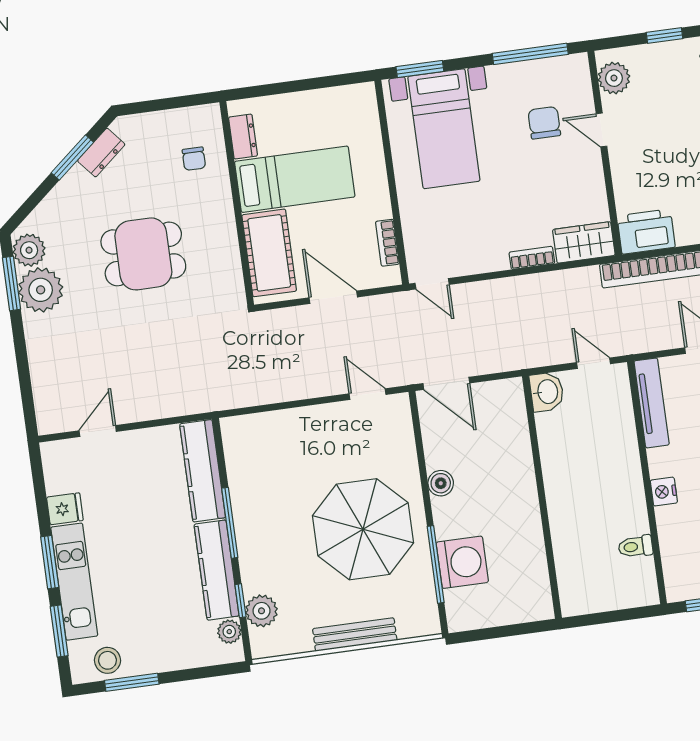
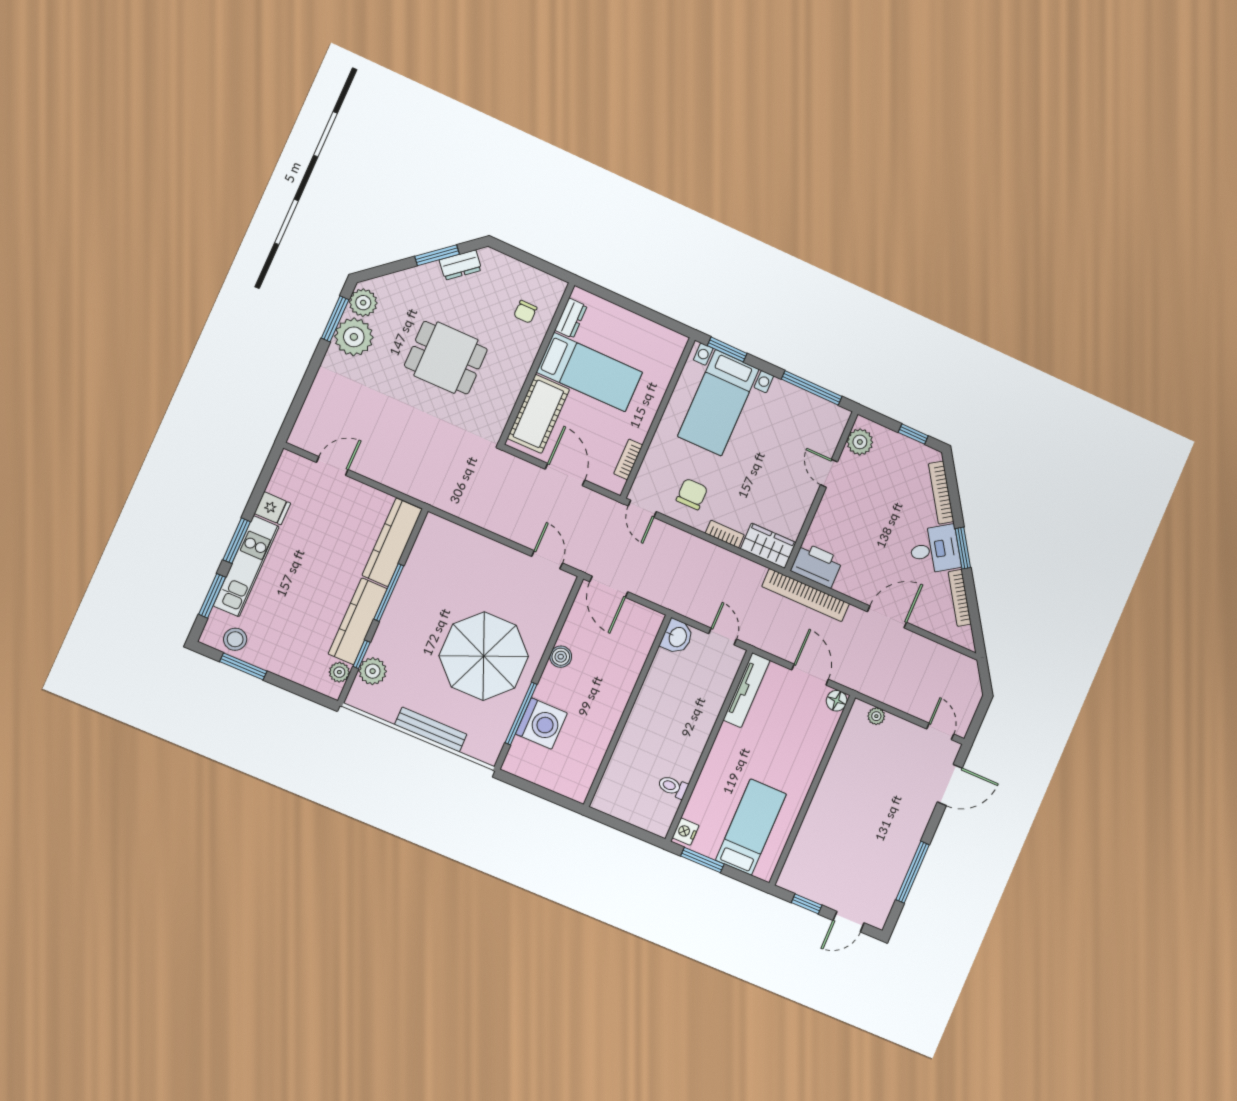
chair: (544, 123) -> (692, 494), moved
nightstand: (664, 492) -> (686, 832), moved

